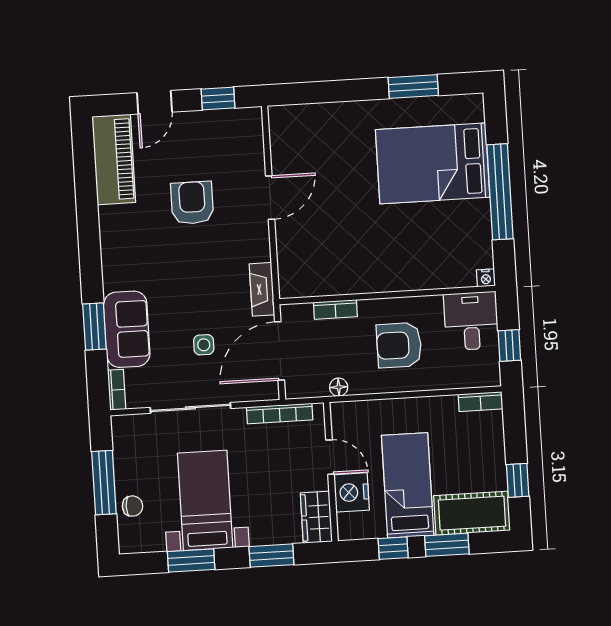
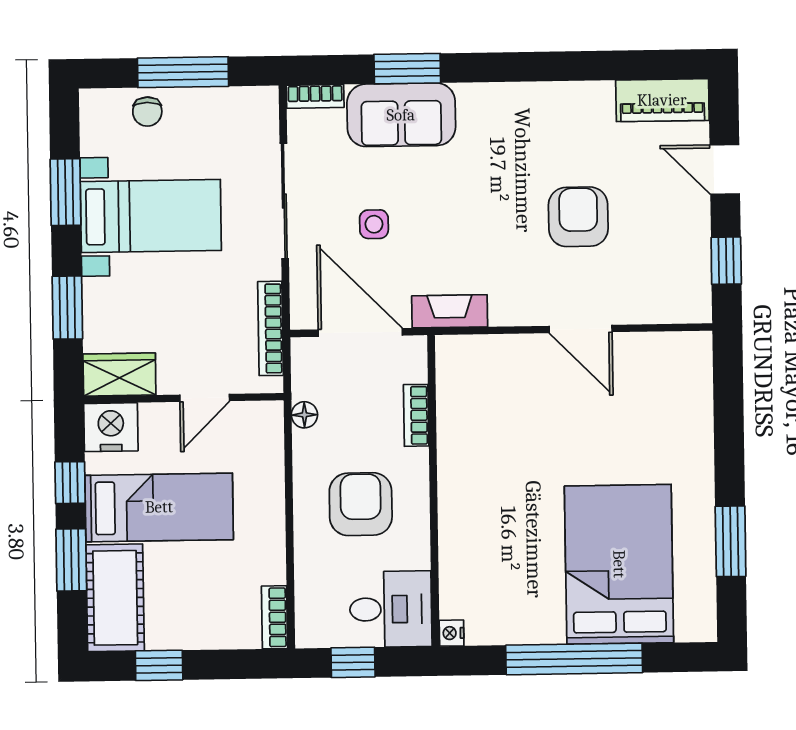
piano: (114, 159) -> (662, 100), width x0.73, depth x0.75
armchair: (192, 203) -> (578, 217), turned -90
nightstand: (352, 492) -> (111, 427), moved

